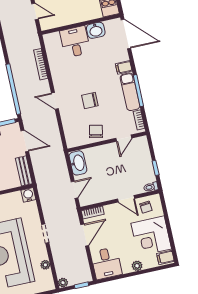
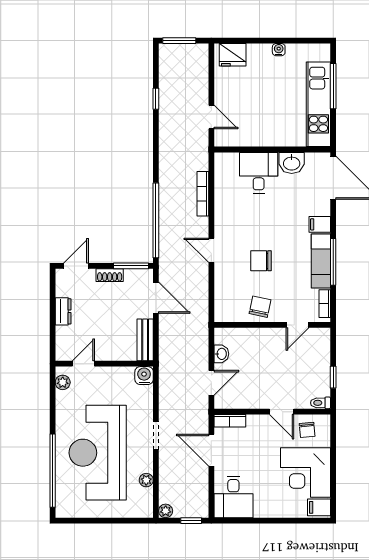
washbasin: (78, 163) -> (221, 354), width x0.52, depth x0.69
door: (85, 235) -> (211, 450), swing flipped
plant: (137, 266) -> (276, 510), removed

